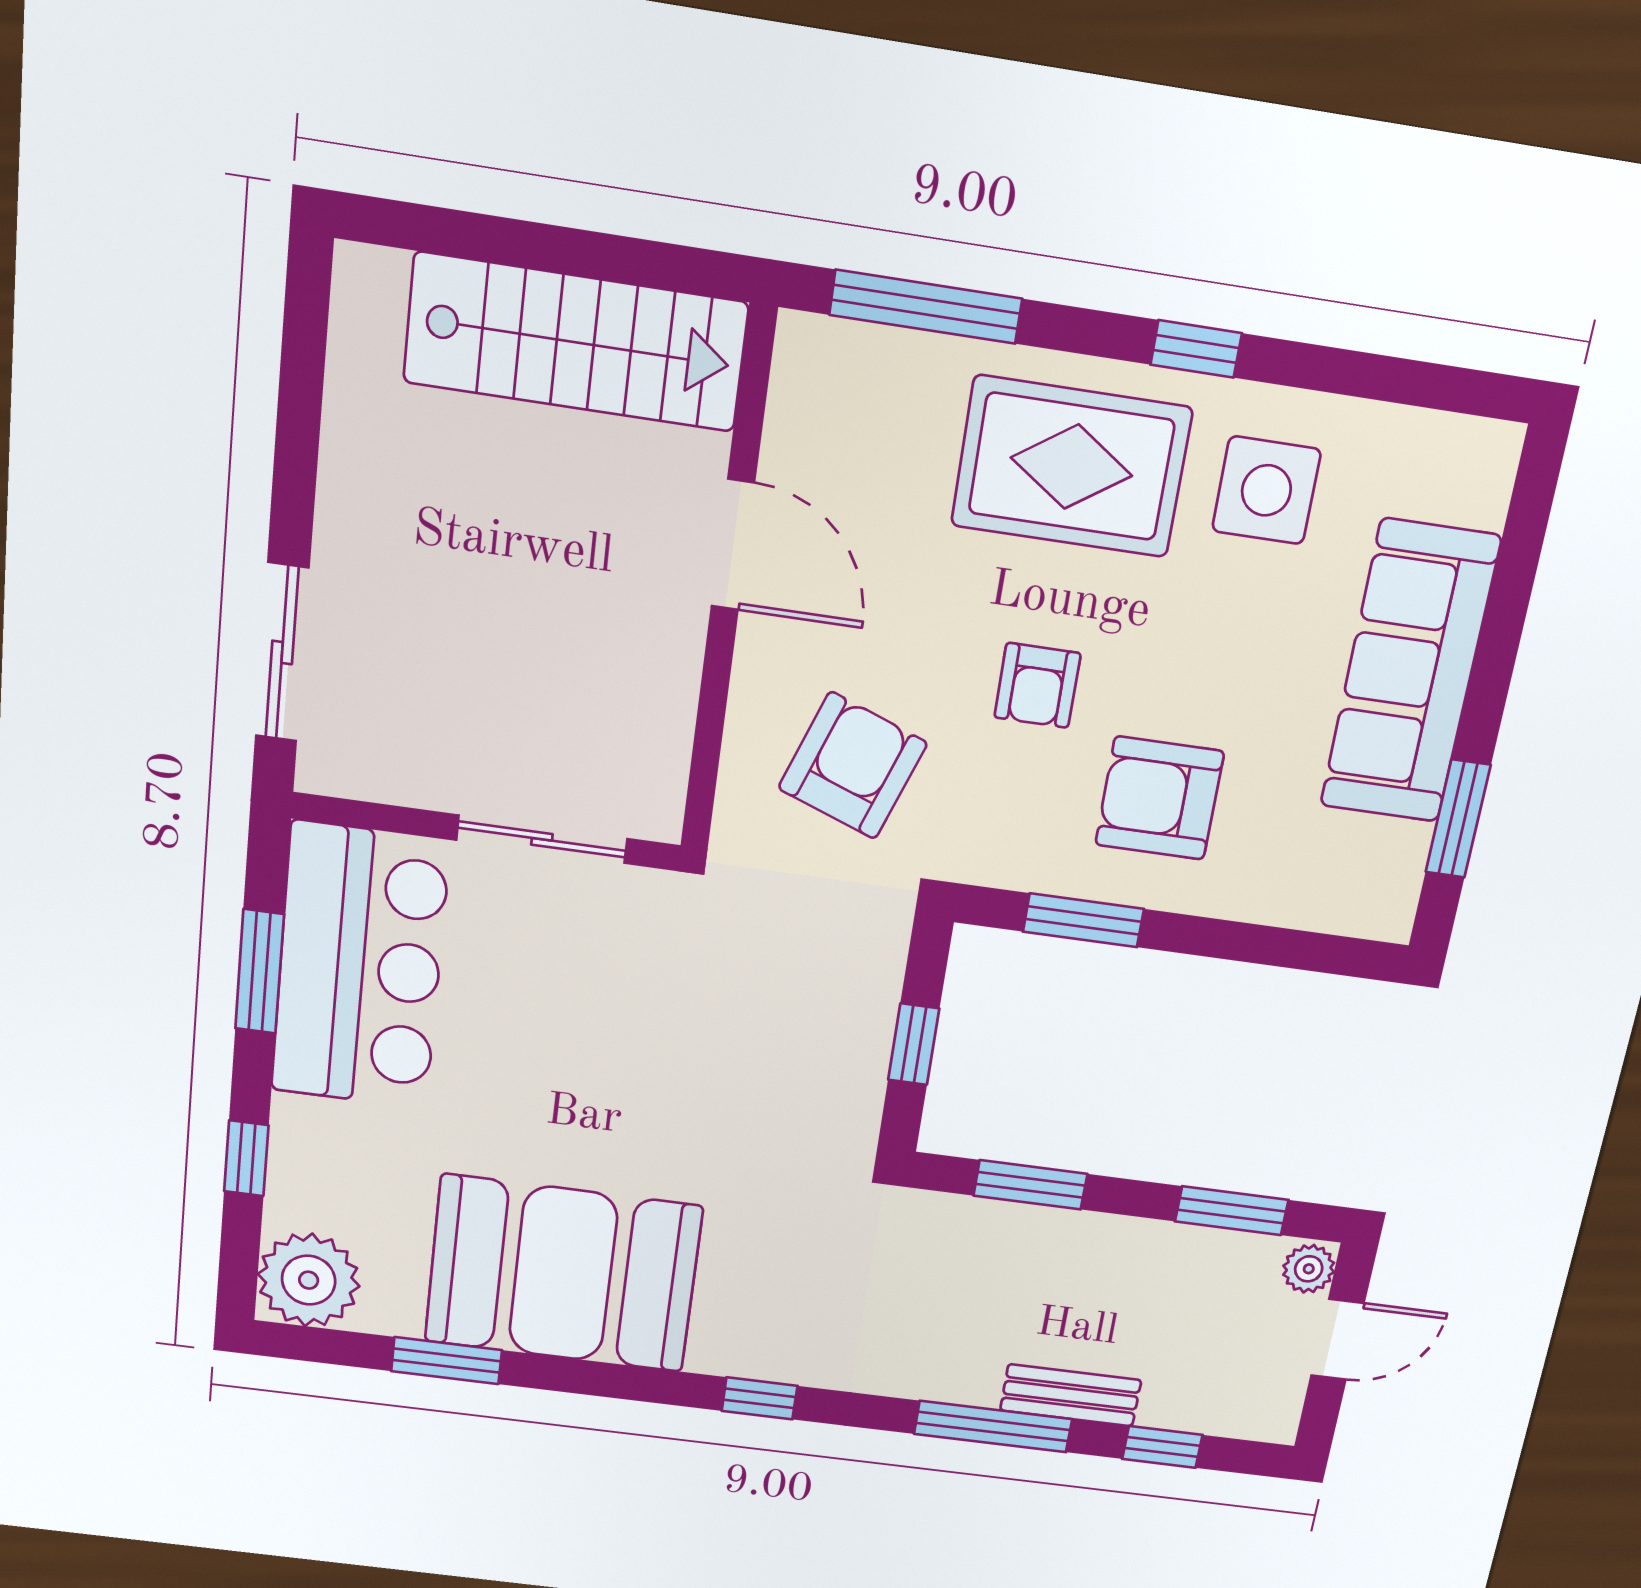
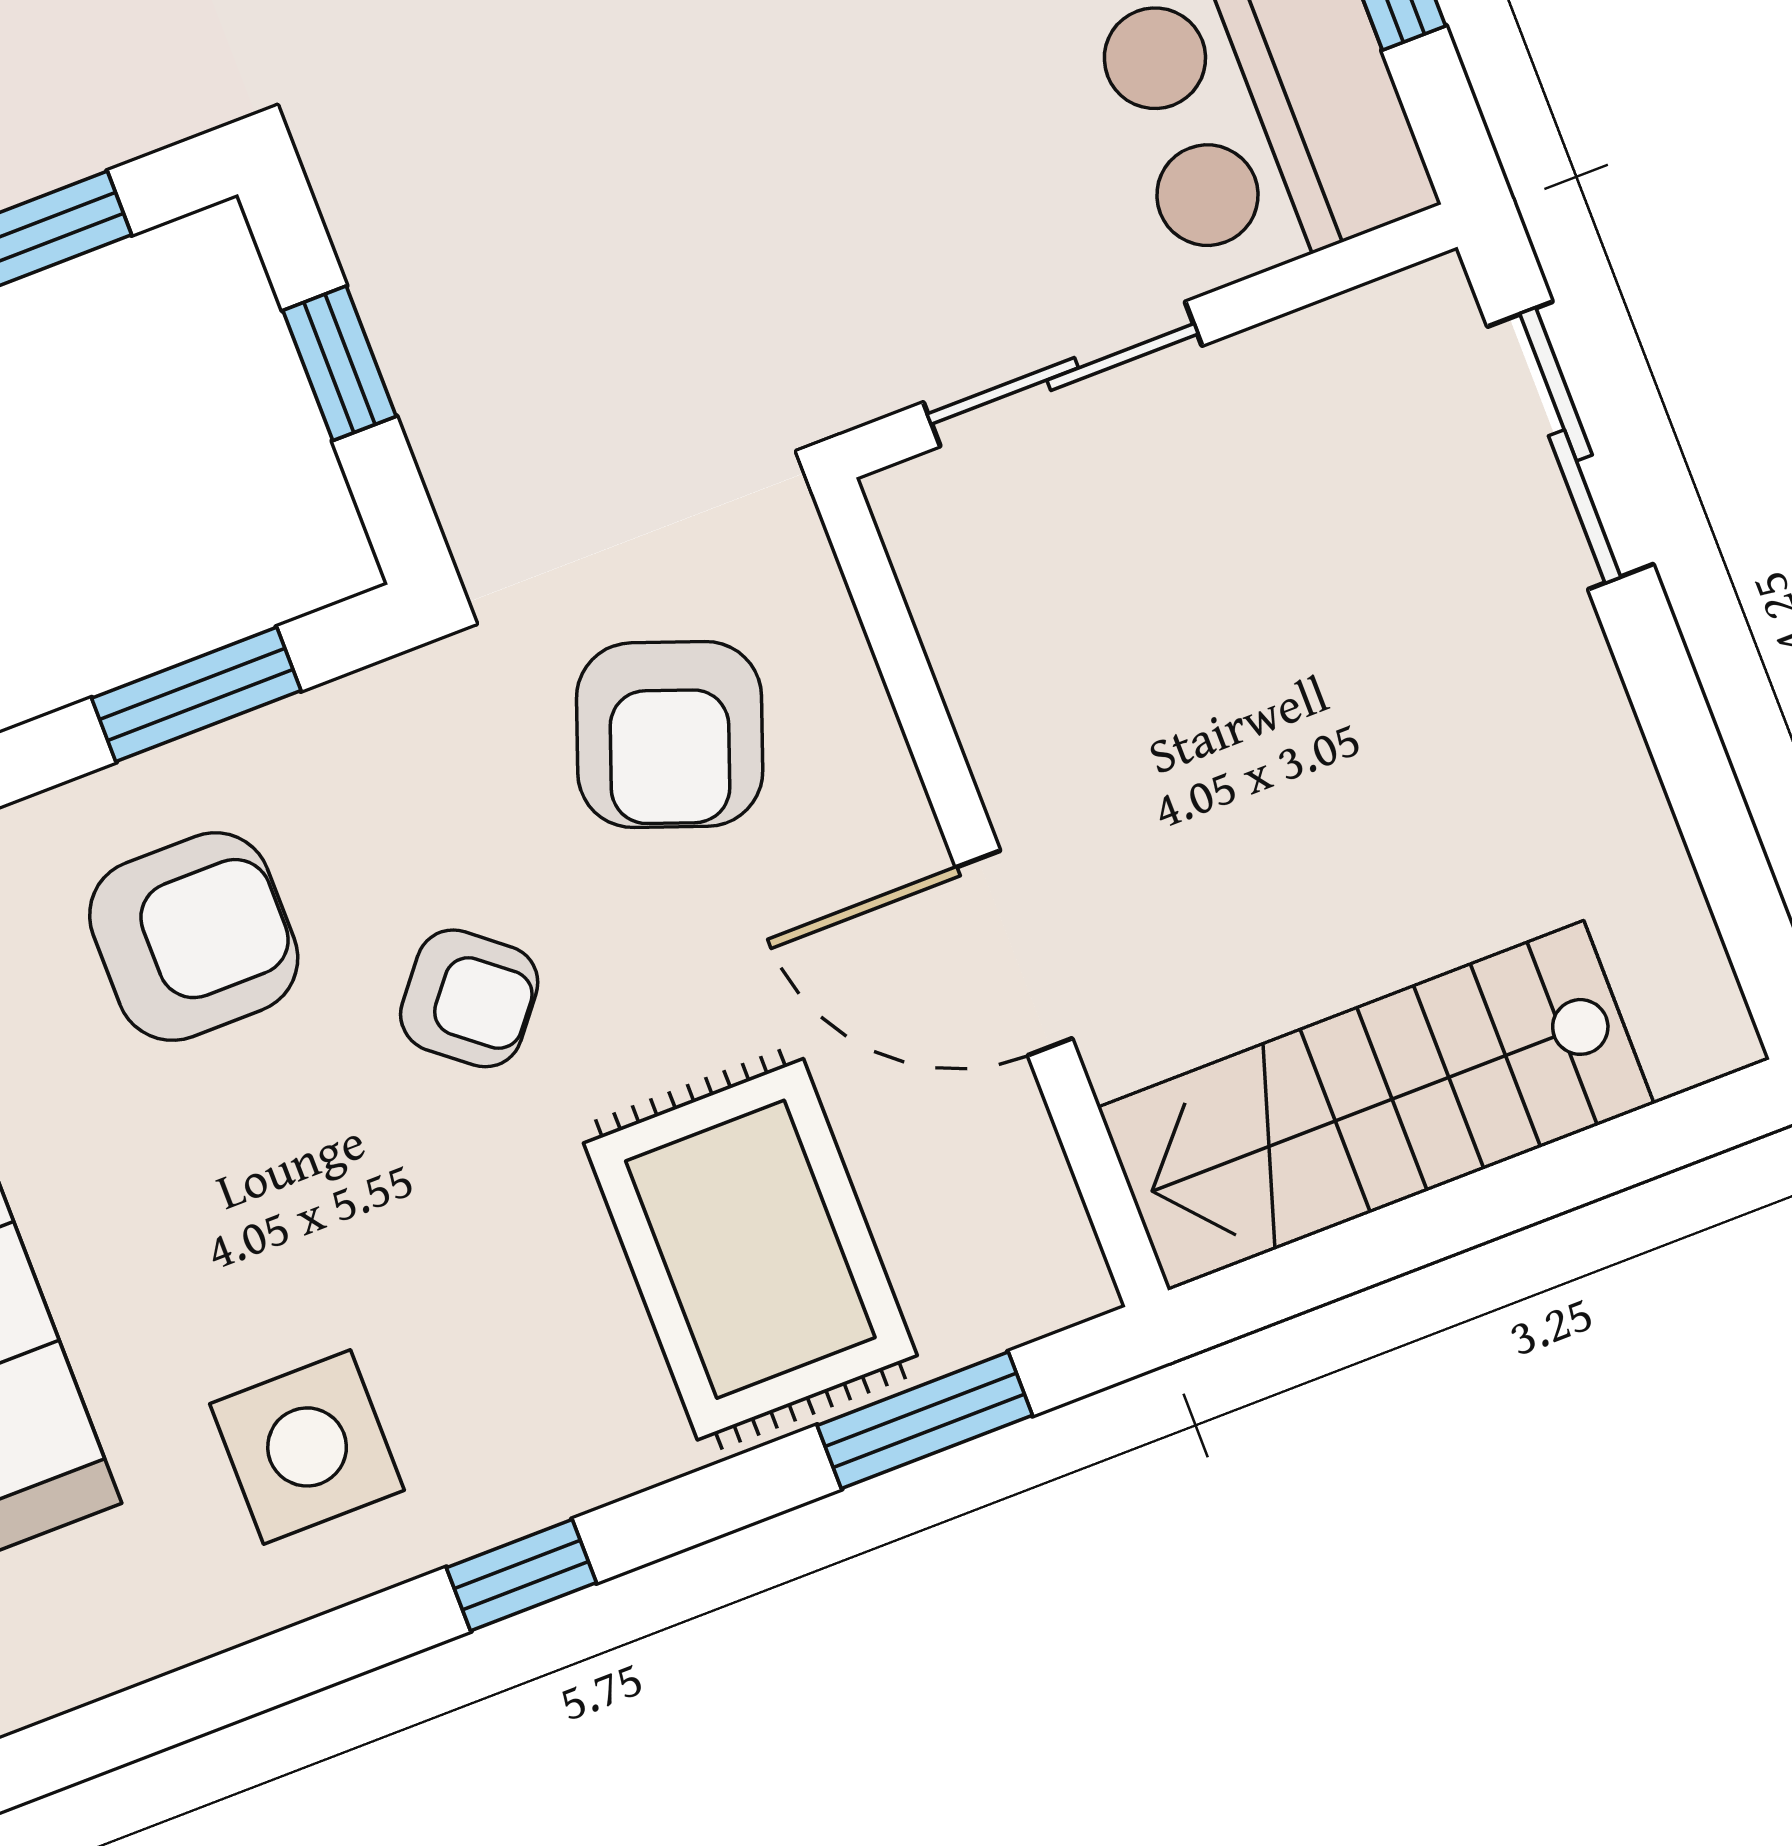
window: (926, 307) -> (925, 1420), width x0.69
rug: (1071, 467) -> (750, 1249), moved, turned 90
armchair: (1037, 685) -> (469, 998), turned 129

